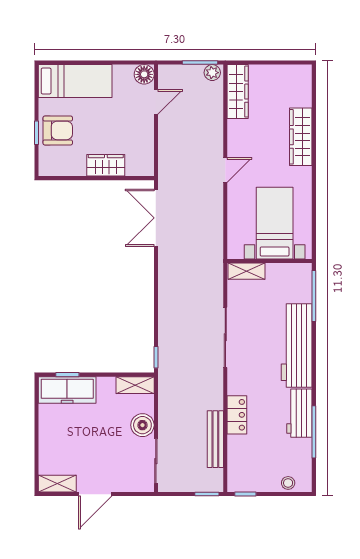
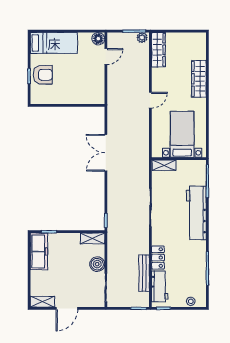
wardrobe: (106, 165) -> (74, 97), removed
double door: (156, 218) -> (106, 153), moved
freezer: (67, 390) -> (39, 251), moved, turned -90
workbench: (299, 413) -> (160, 286), moved, turned 180

